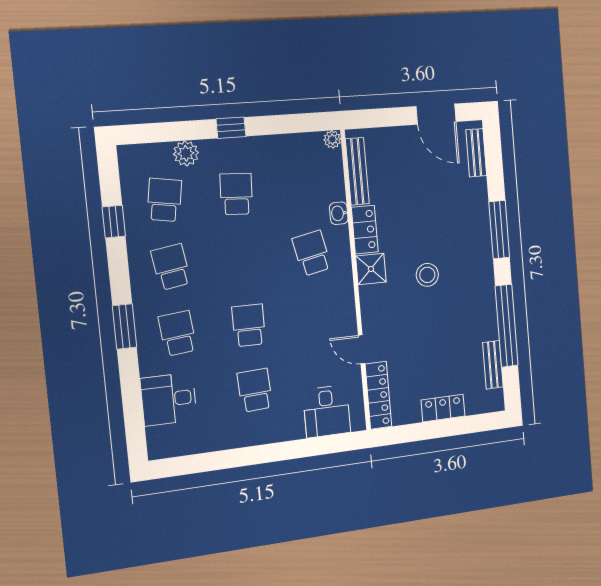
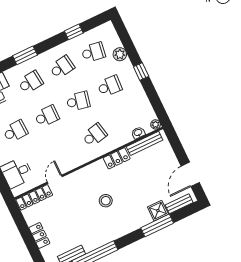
washbasin: (339, 213) -> (138, 133), moved
window: (499, 230) -> (157, 225), moved
school desk: (243, 260) -> (78, 101), added
shower: (371, 269) -> (158, 211), moved

